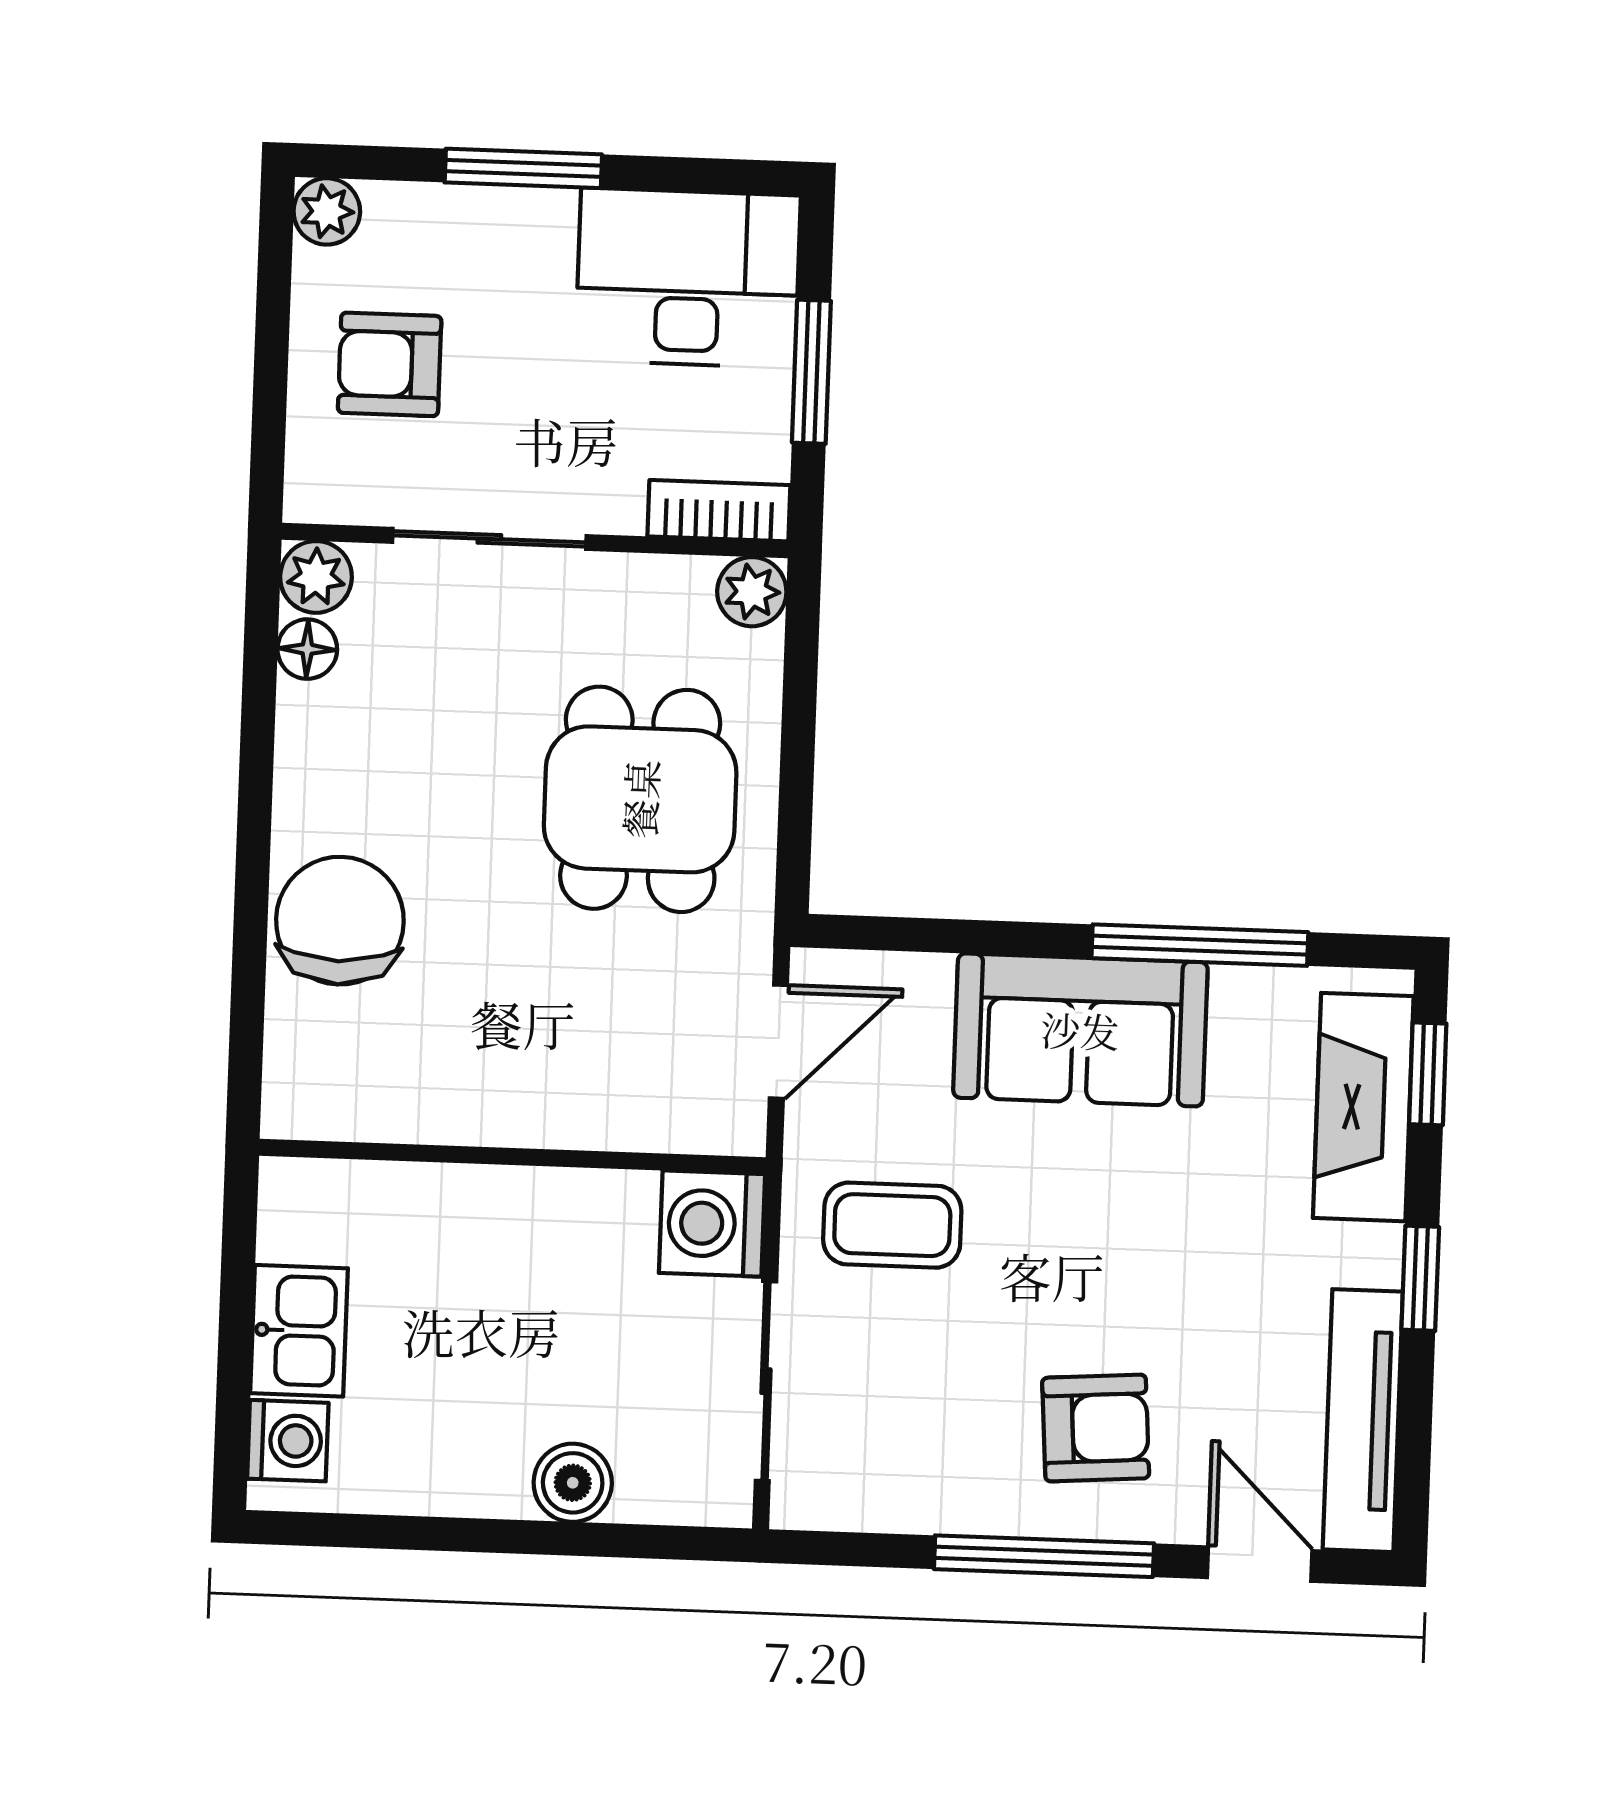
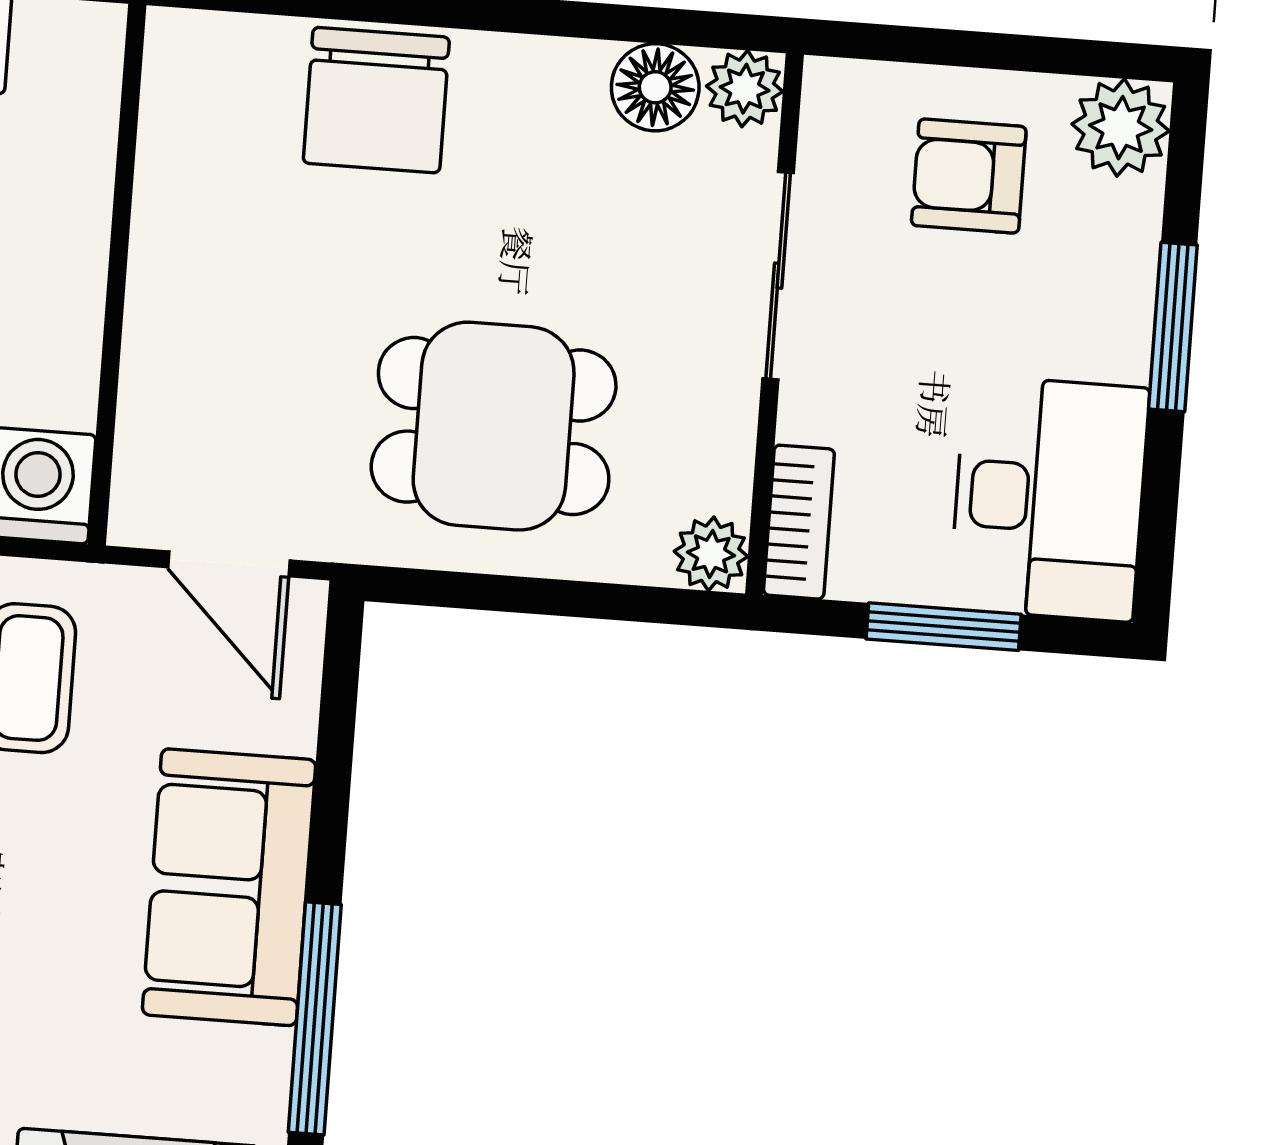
plant: (327, 211) -> (1121, 128), width x1.38, depth x1.38
armchair: (390, 364) -> (969, 176), turned -90
floor lamp: (307, 649) -> (655, 87), width x1.37, depth x1.37
chair: (340, 921) -> (376, 100), turned 90

